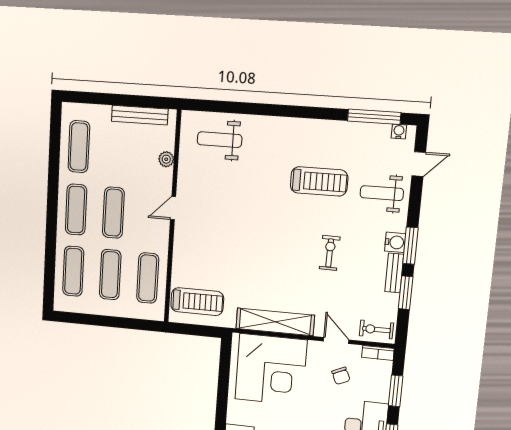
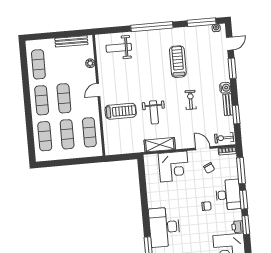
window: (284, 111) -> (152, 27), added
treadmill: (319, 181) -> (178, 62), turned -90
weight bench: (382, 193) -> (154, 112), moved, turned -90
window: (410, 246) -> (232, 68), moved
treadmill: (197, 302) -> (121, 111), moved
shelving: (275, 322) -> (160, 145), width x0.68
corner desk: (271, 370) -> (174, 167), width x0.74, depth x0.74
window: (396, 391) -> (241, 171), width x1.44

